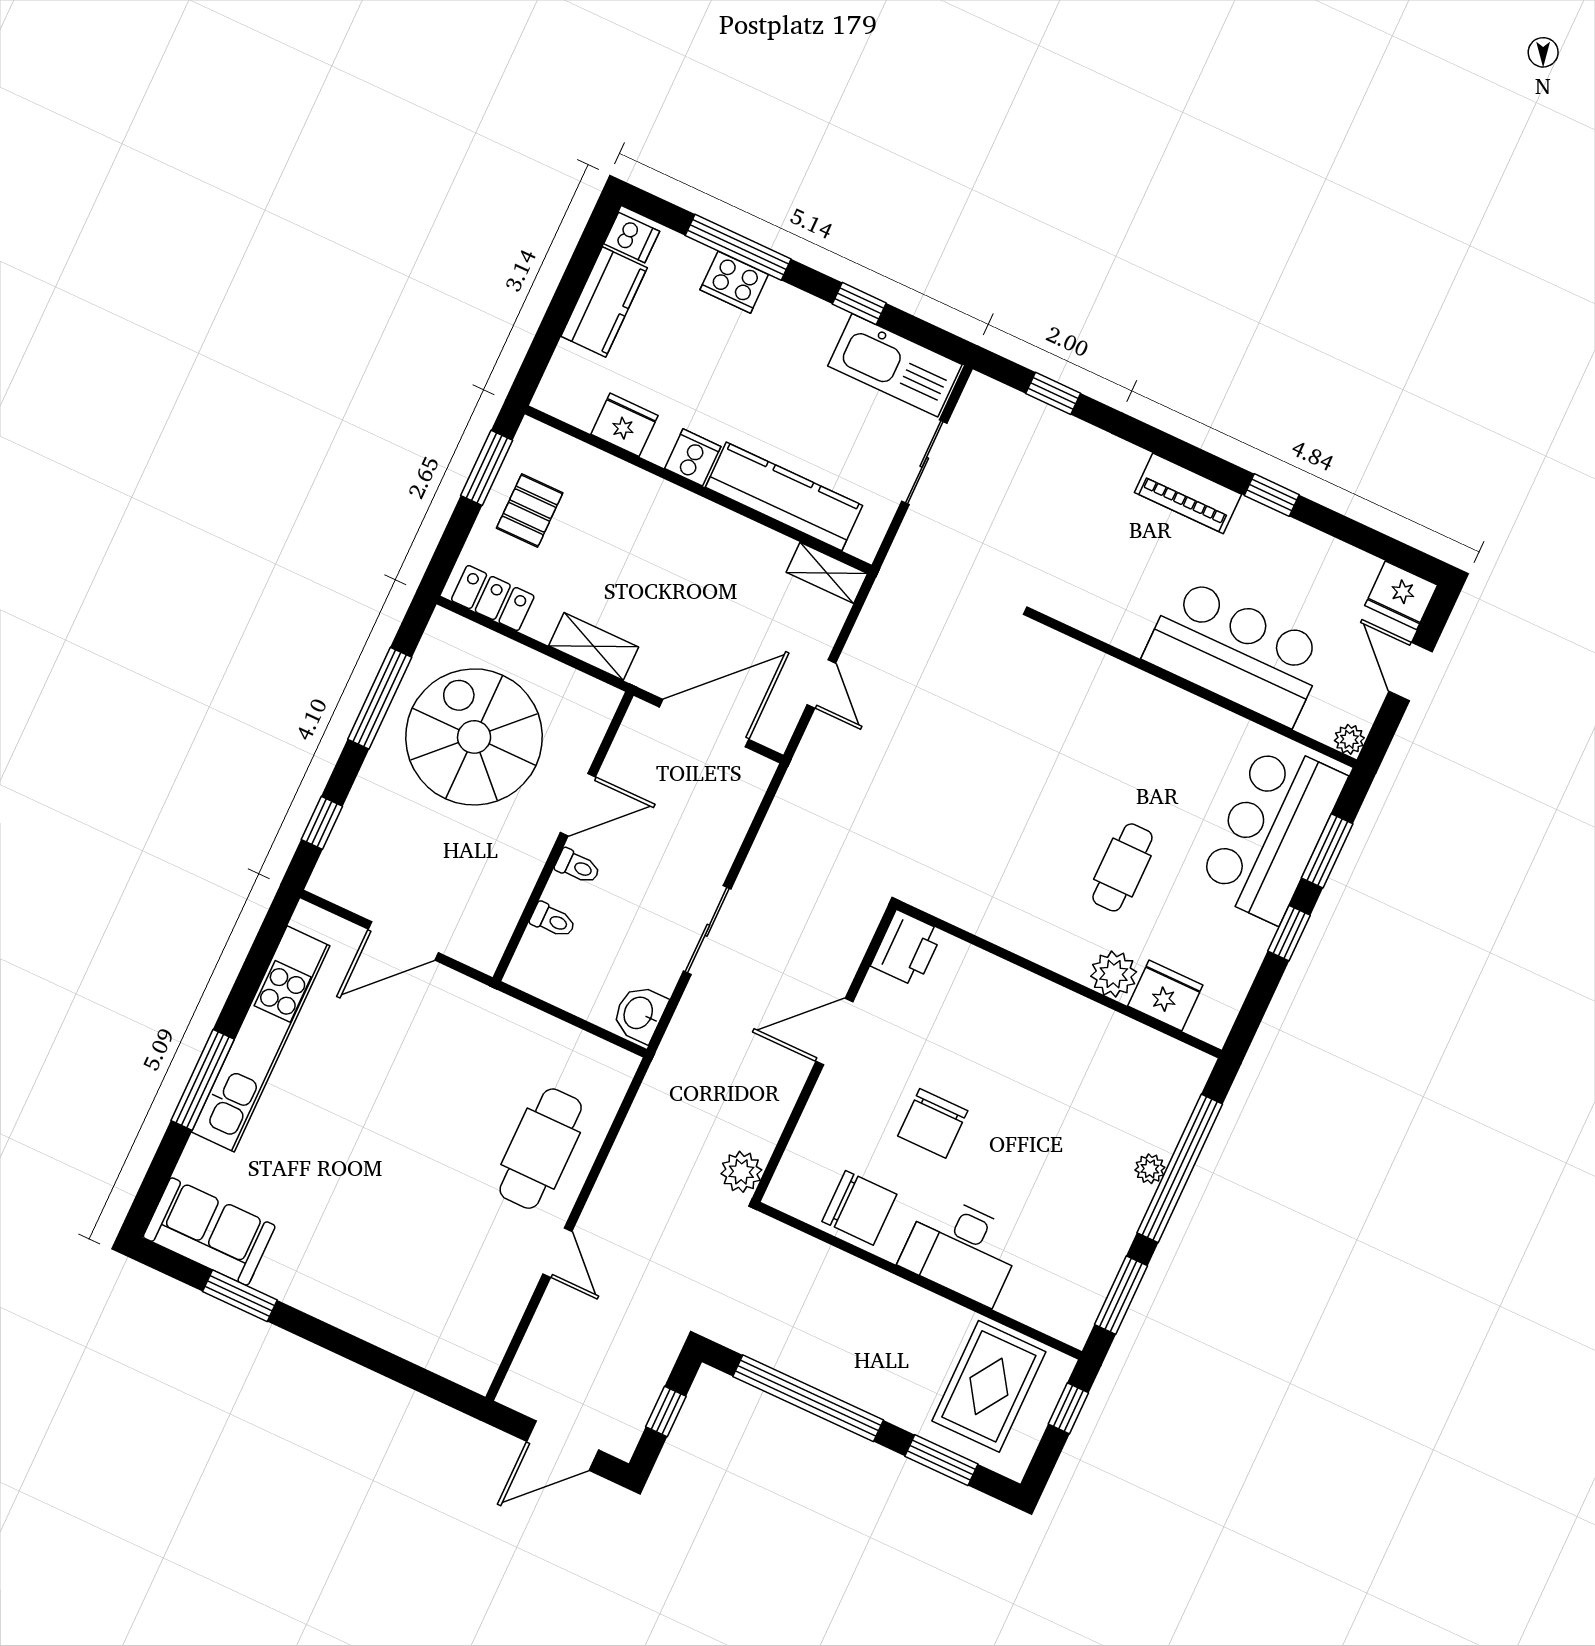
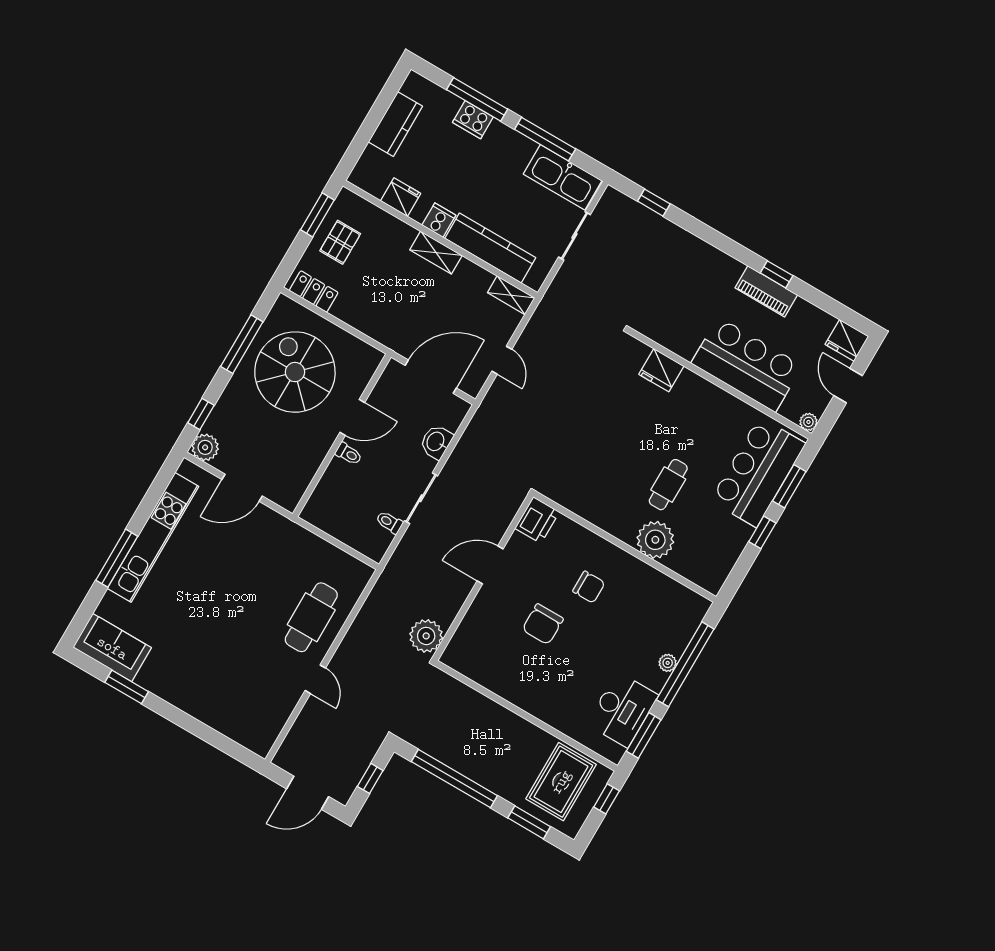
dishwasher: (632, 237) -> (415, 88), removed
window: (859, 303) -> (545, 139), width x2.17
piano: (1188, 493) -> (766, 291), moved
shelving: (594, 646) -> (436, 253), moved
plant: (334, 879) -> (205, 447), added
toilet: (553, 920) -> (389, 522), moved, turned 180
plant: (1114, 974) -> (655, 540), width x1.36, depth x1.36
fridge: (1165, 995) -> (661, 370), moved, turned 180
washbasin: (639, 1013) -> (436, 442), moved
plant: (741, 1172) -> (426, 636), width x1.36, depth x1.36
chair: (859, 1208) -> (589, 587), moved, width x0.73, depth x0.73
desk: (961, 1250) -> (622, 710), moved, turned -90

